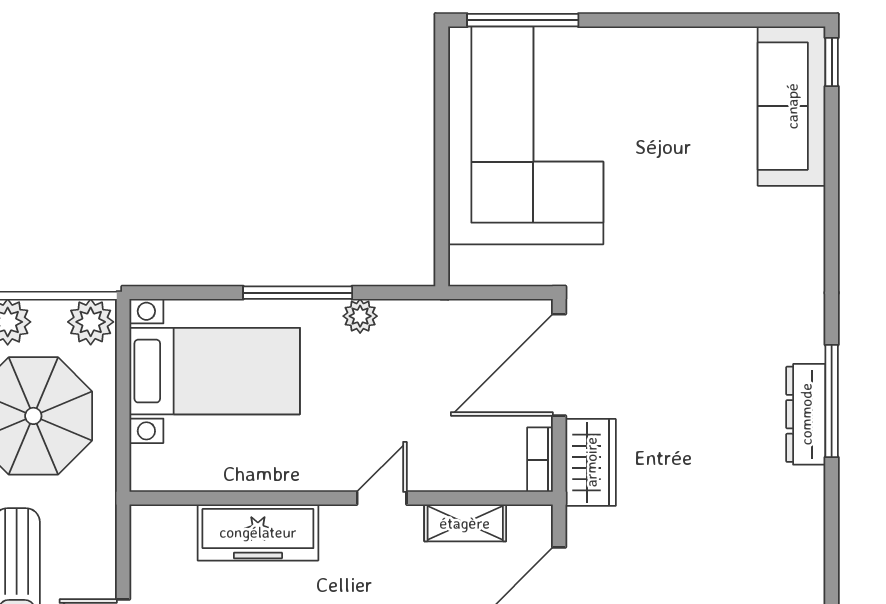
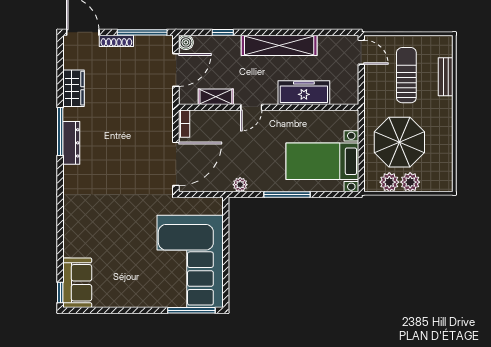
sofa: (792, 106) -> (77, 283), width x0.73
plant: (360, 316) -> (240, 185), moved
plant: (91, 322) -> (389, 182), moved
window: (832, 401) -> (60, 131), moved
wardrobe: (591, 462) -> (74, 88), moved, turned 180

